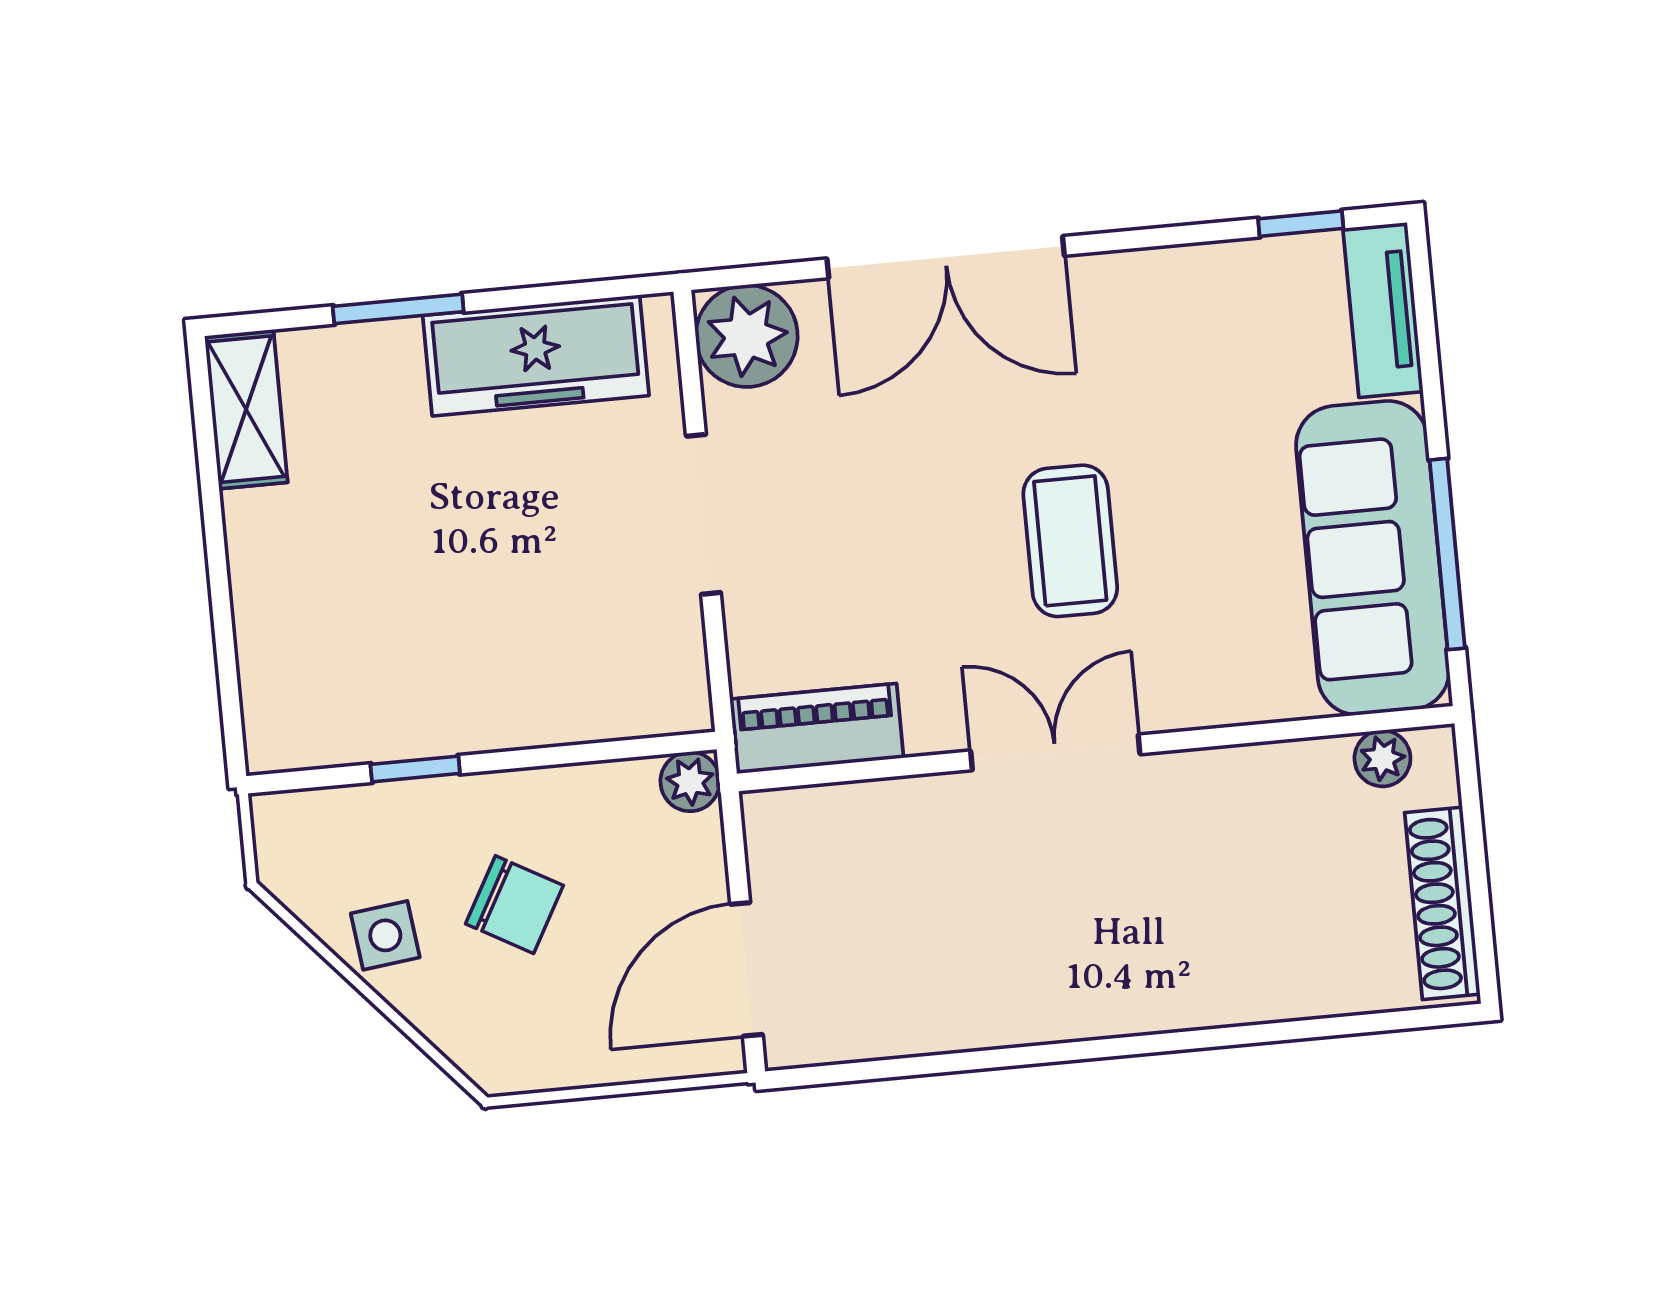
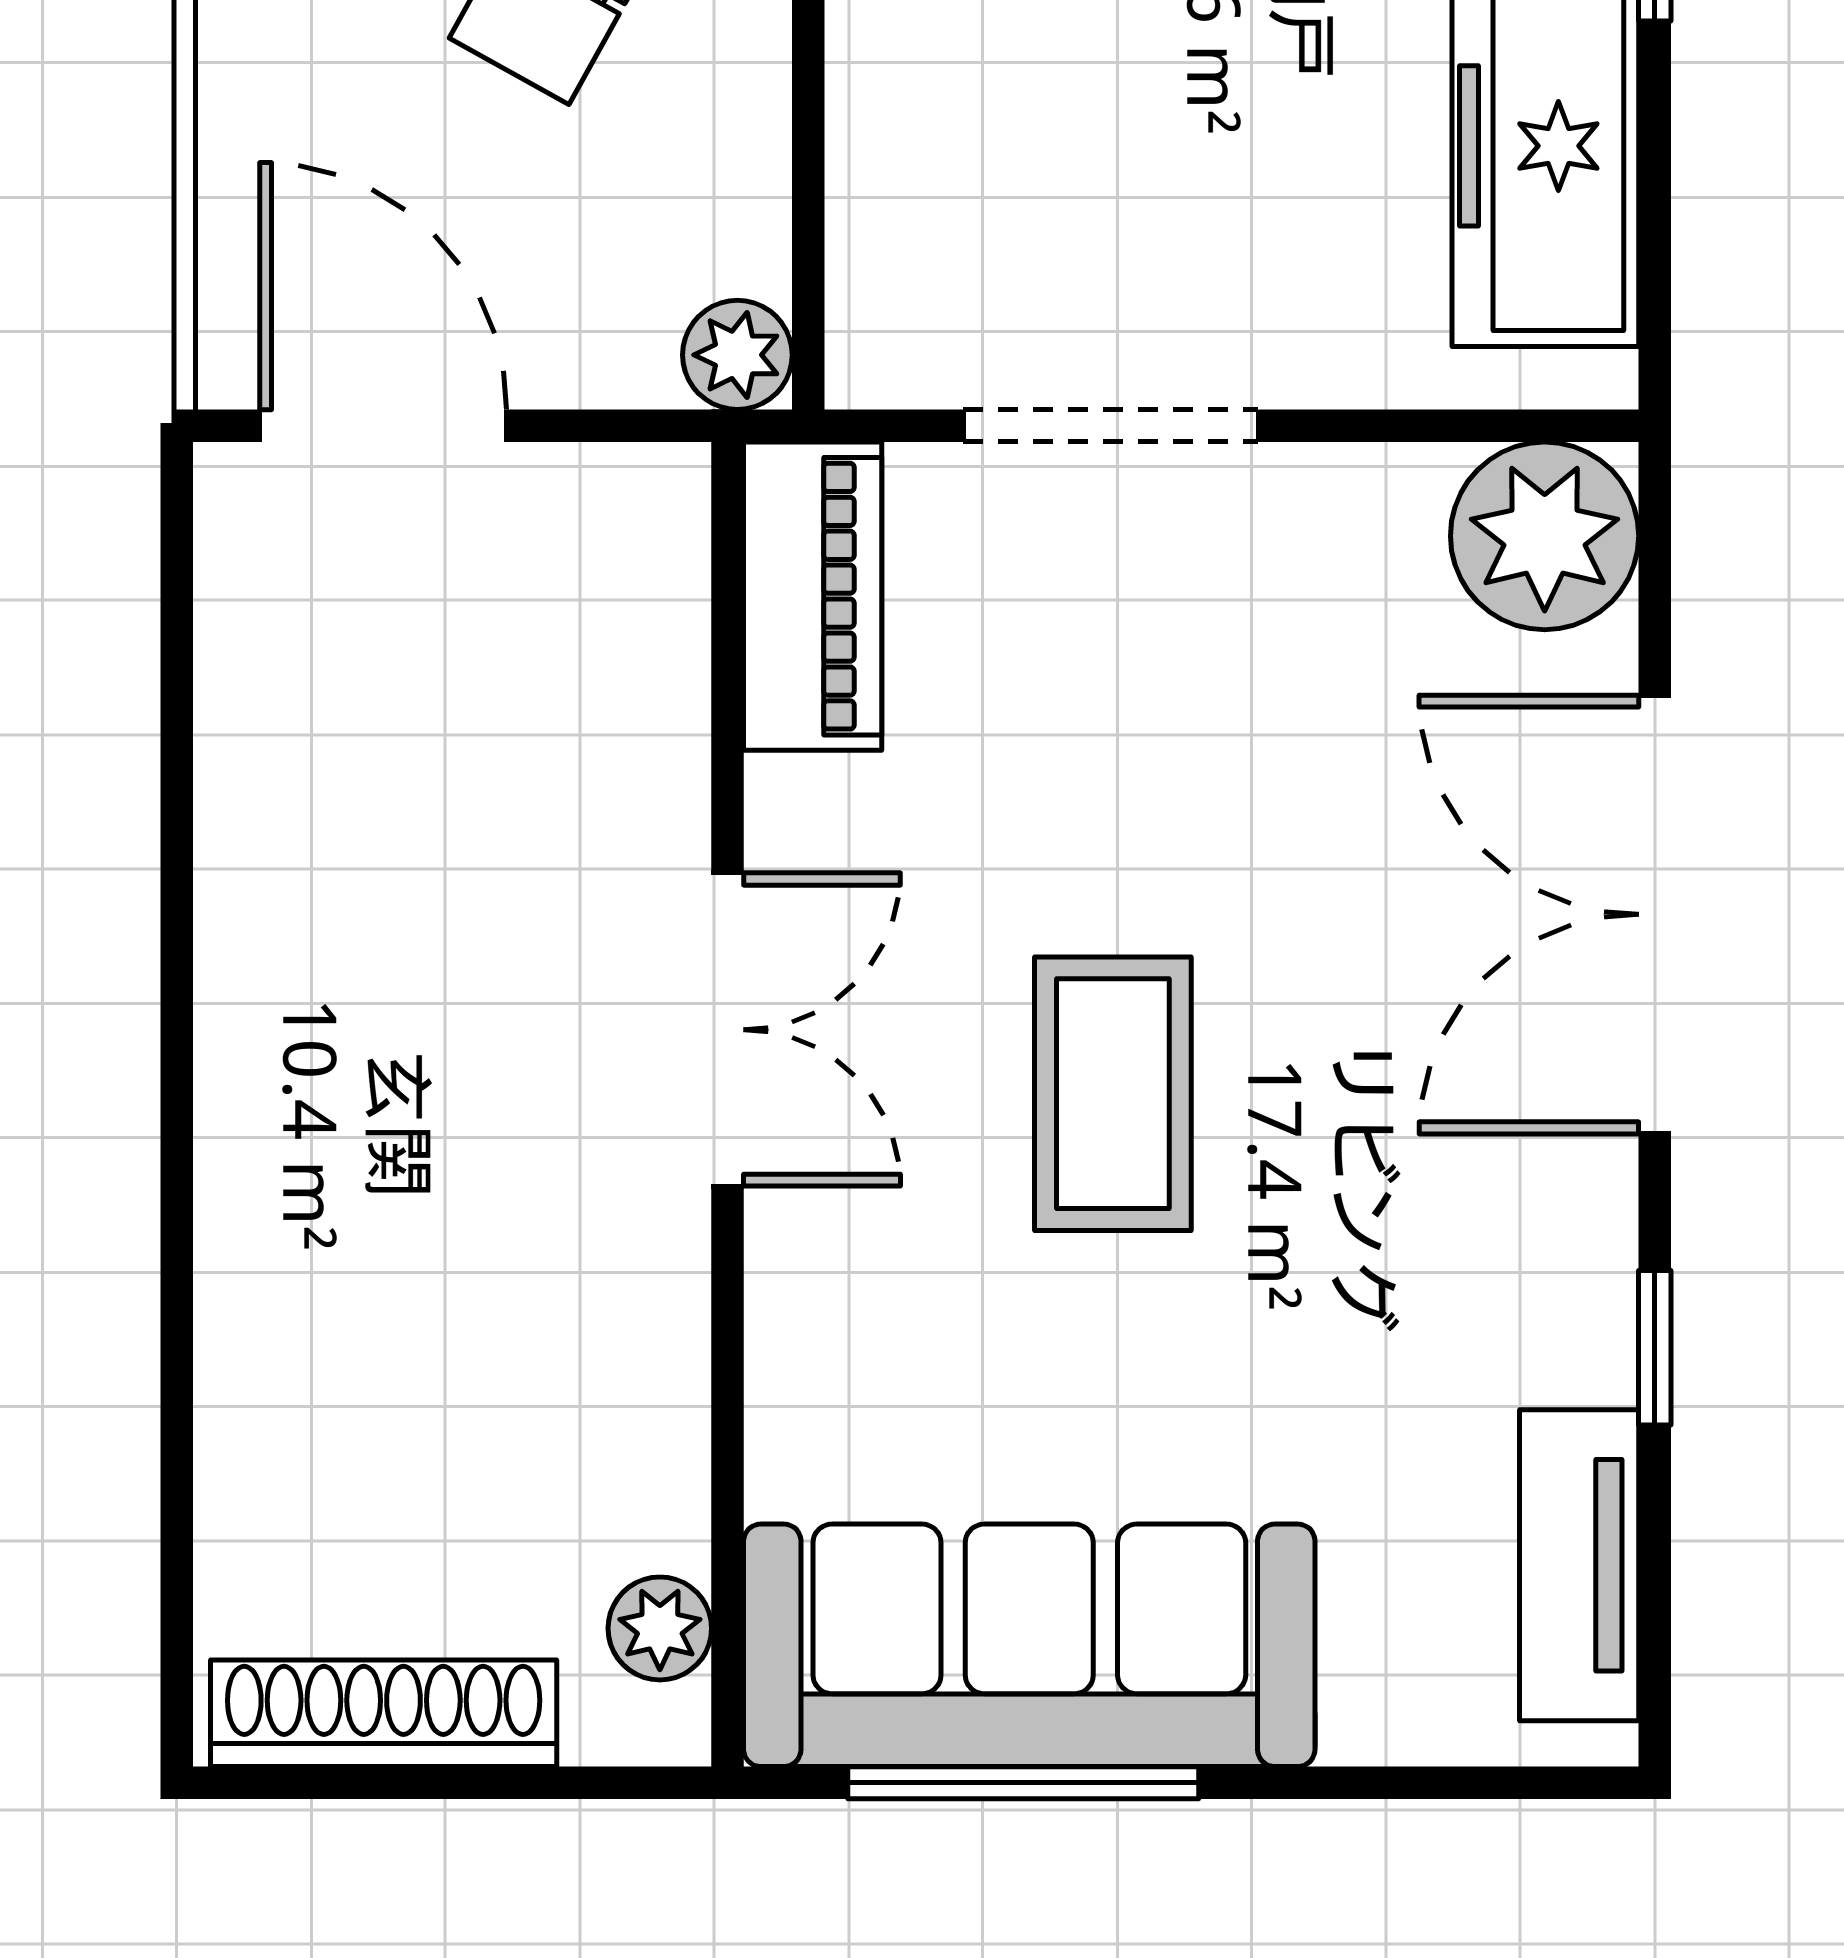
window: (1301, 224) -> (1655, 1348), moved
tv unit: (1383, 310) -> (1579, 1565), moved, turned -90
doorway: (703, 514) -> (1111, 426), moved
coffee table: (1070, 541) -> (1113, 1094), turned 90

